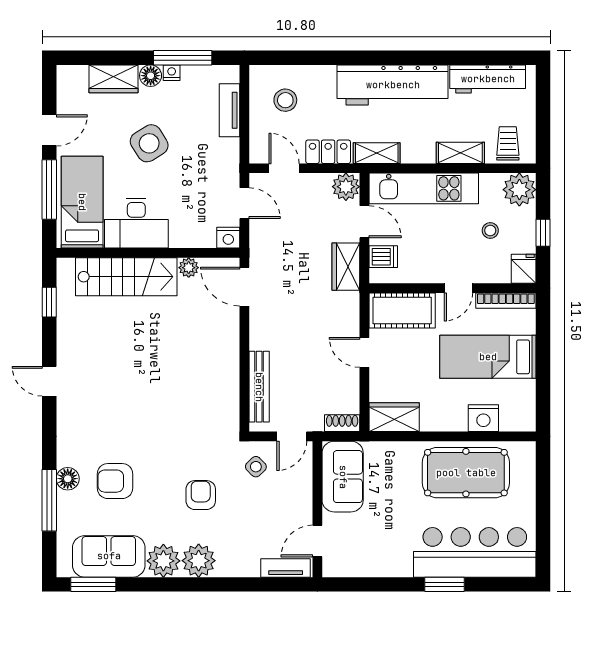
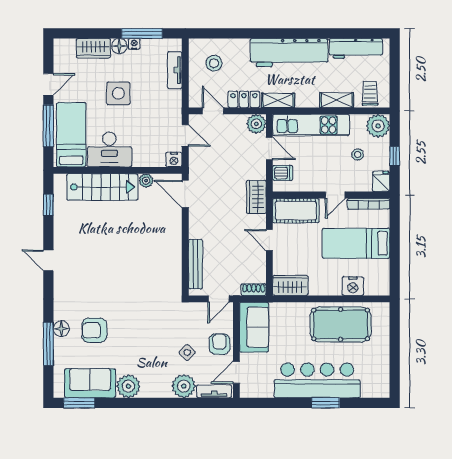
side table: (149, 143) -> (118, 93), turned 32
wardrobe: (346, 267) -> (256, 197), moved
side table: (256, 467) -> (187, 352), moved
armchair: (201, 495) -> (220, 344), moved
bar counter: (475, 552) -> (317, 380), moved
plant: (199, 561) -> (184, 386), moved

